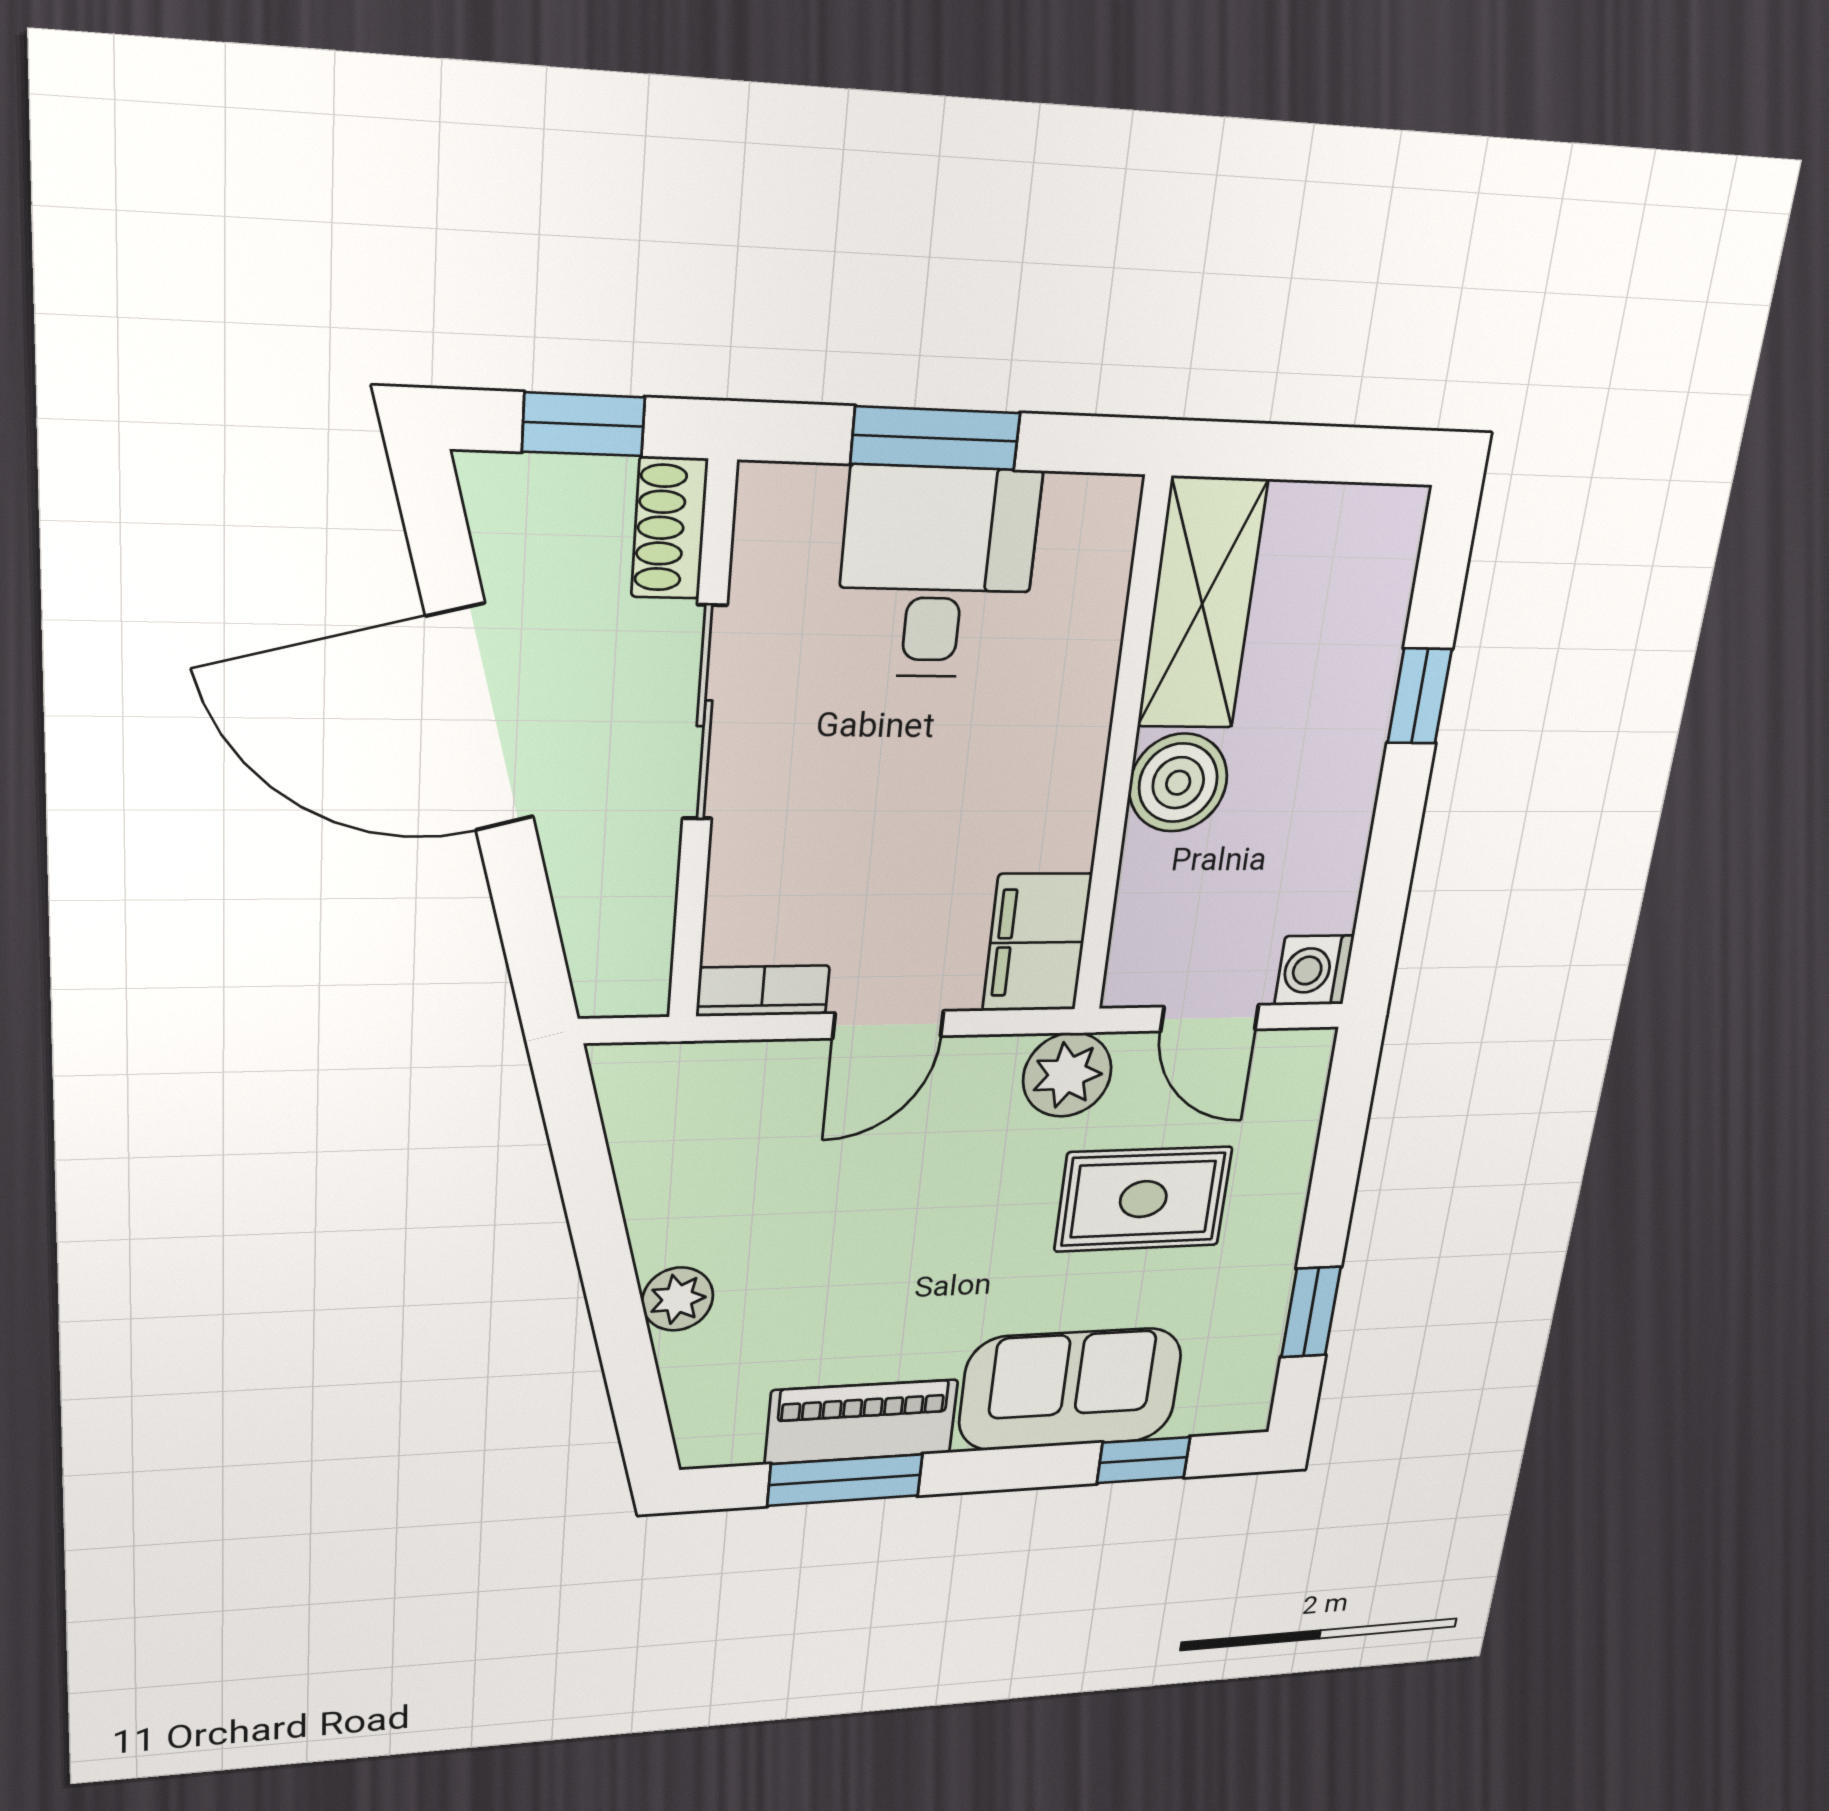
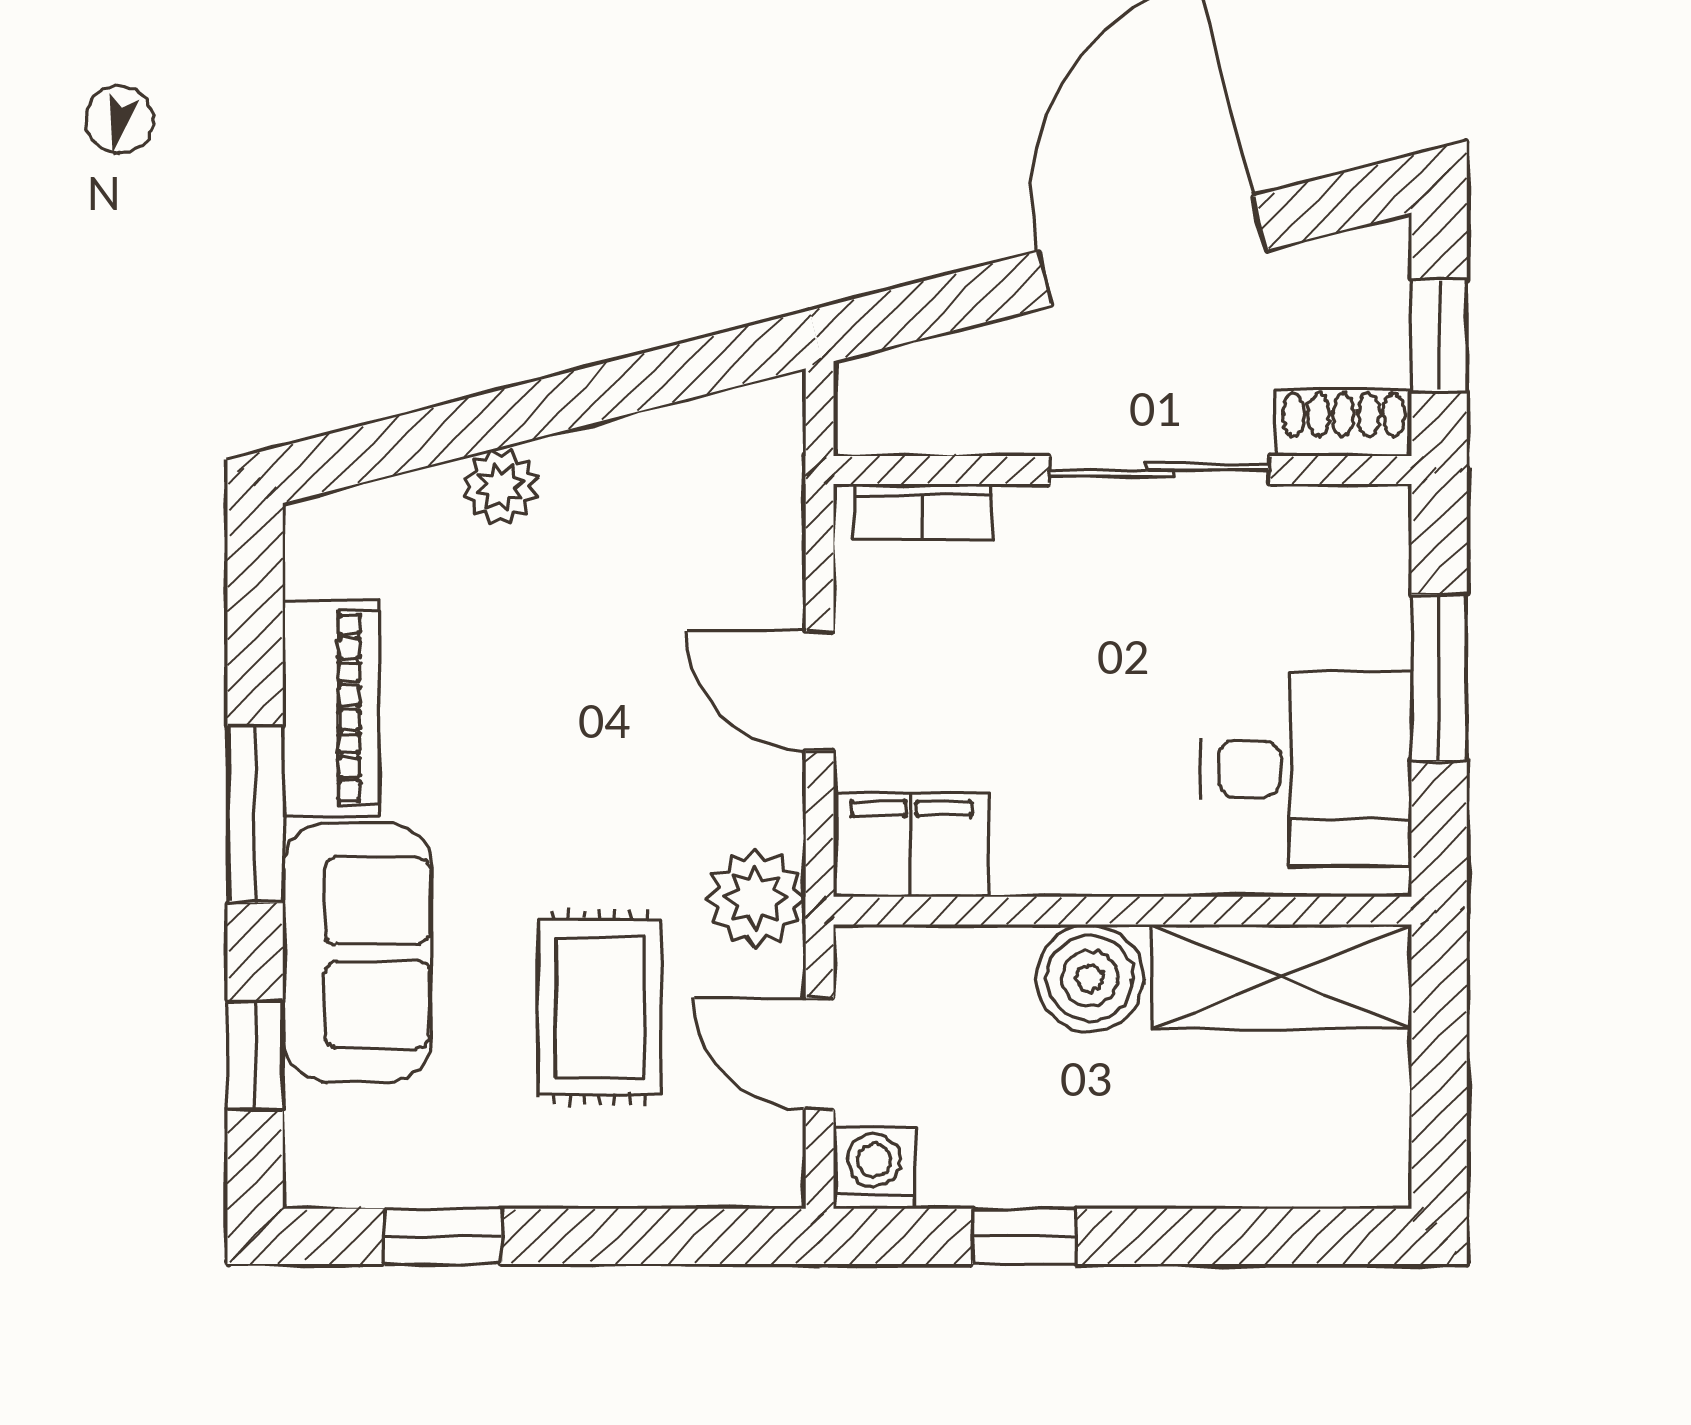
desk: (937, 573) -> (1306, 769), moved
window: (1420, 696) -> (1024, 1236), moved
bookcase: (763, 991) -> (923, 511), moved, turned 90
door: (1210, 1018) -> (820, 1054), hinge flipped
window: (845, 1480) -> (255, 814), moved

